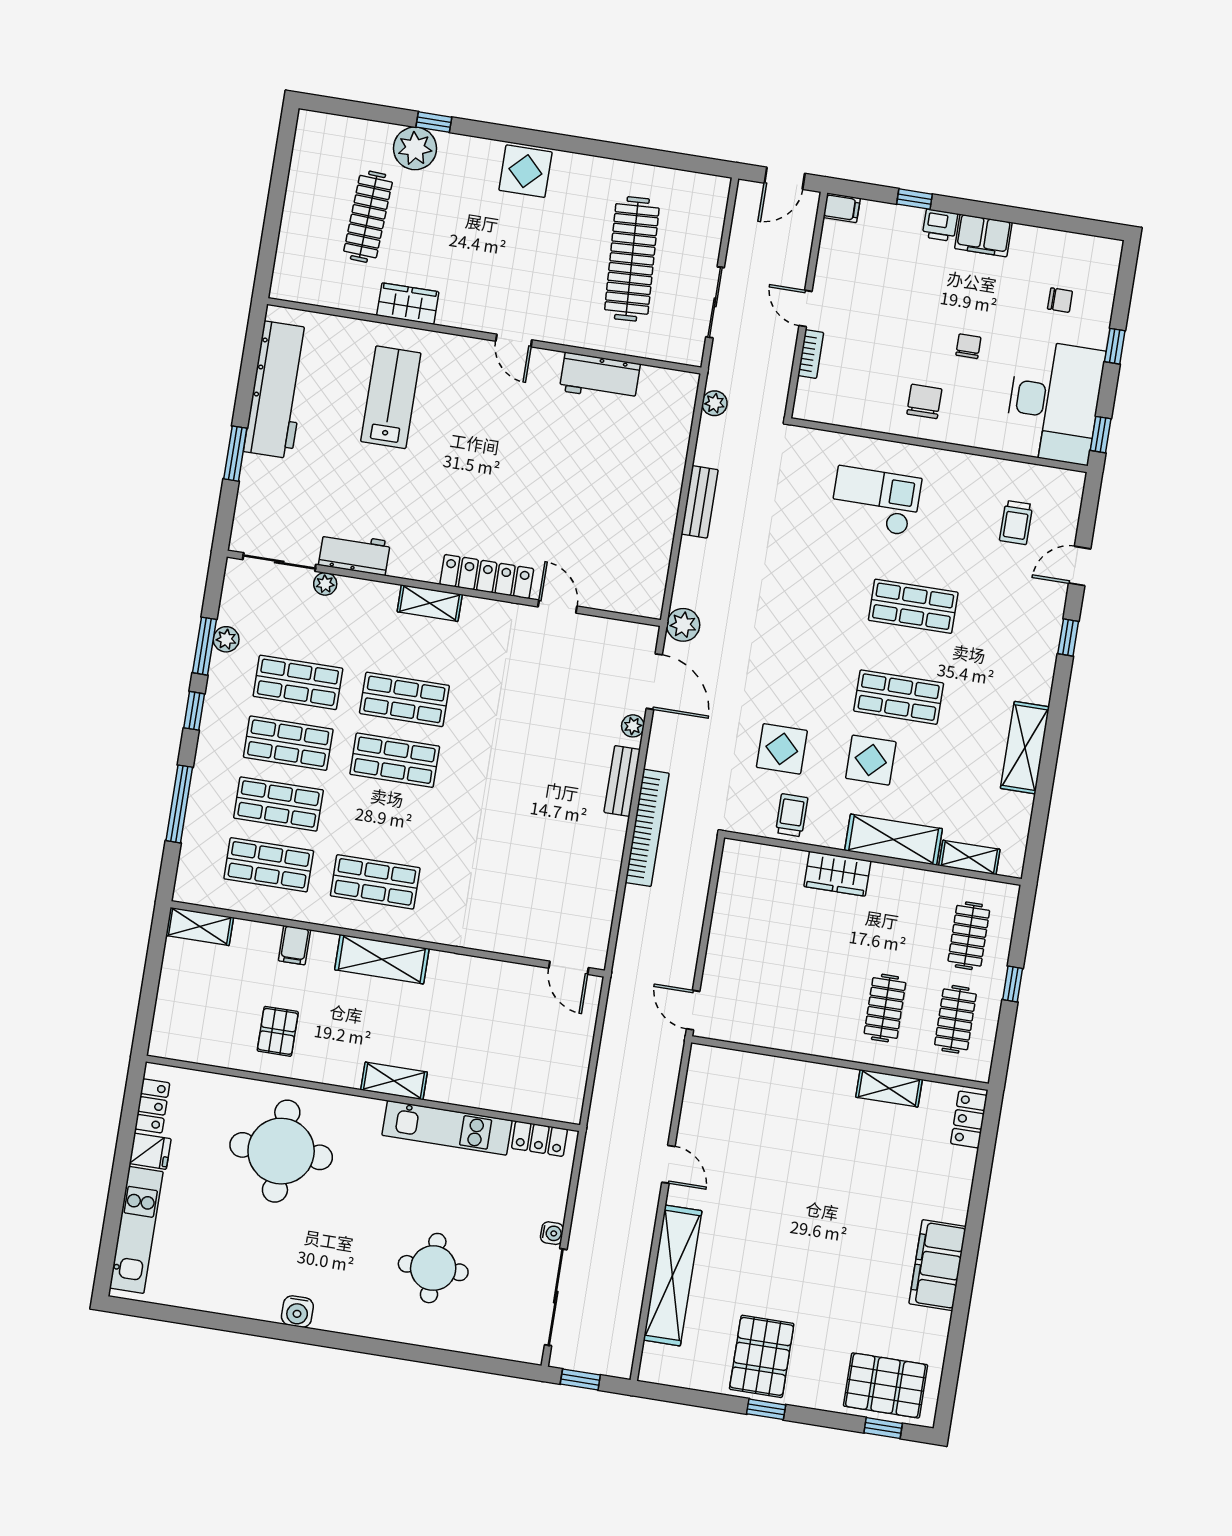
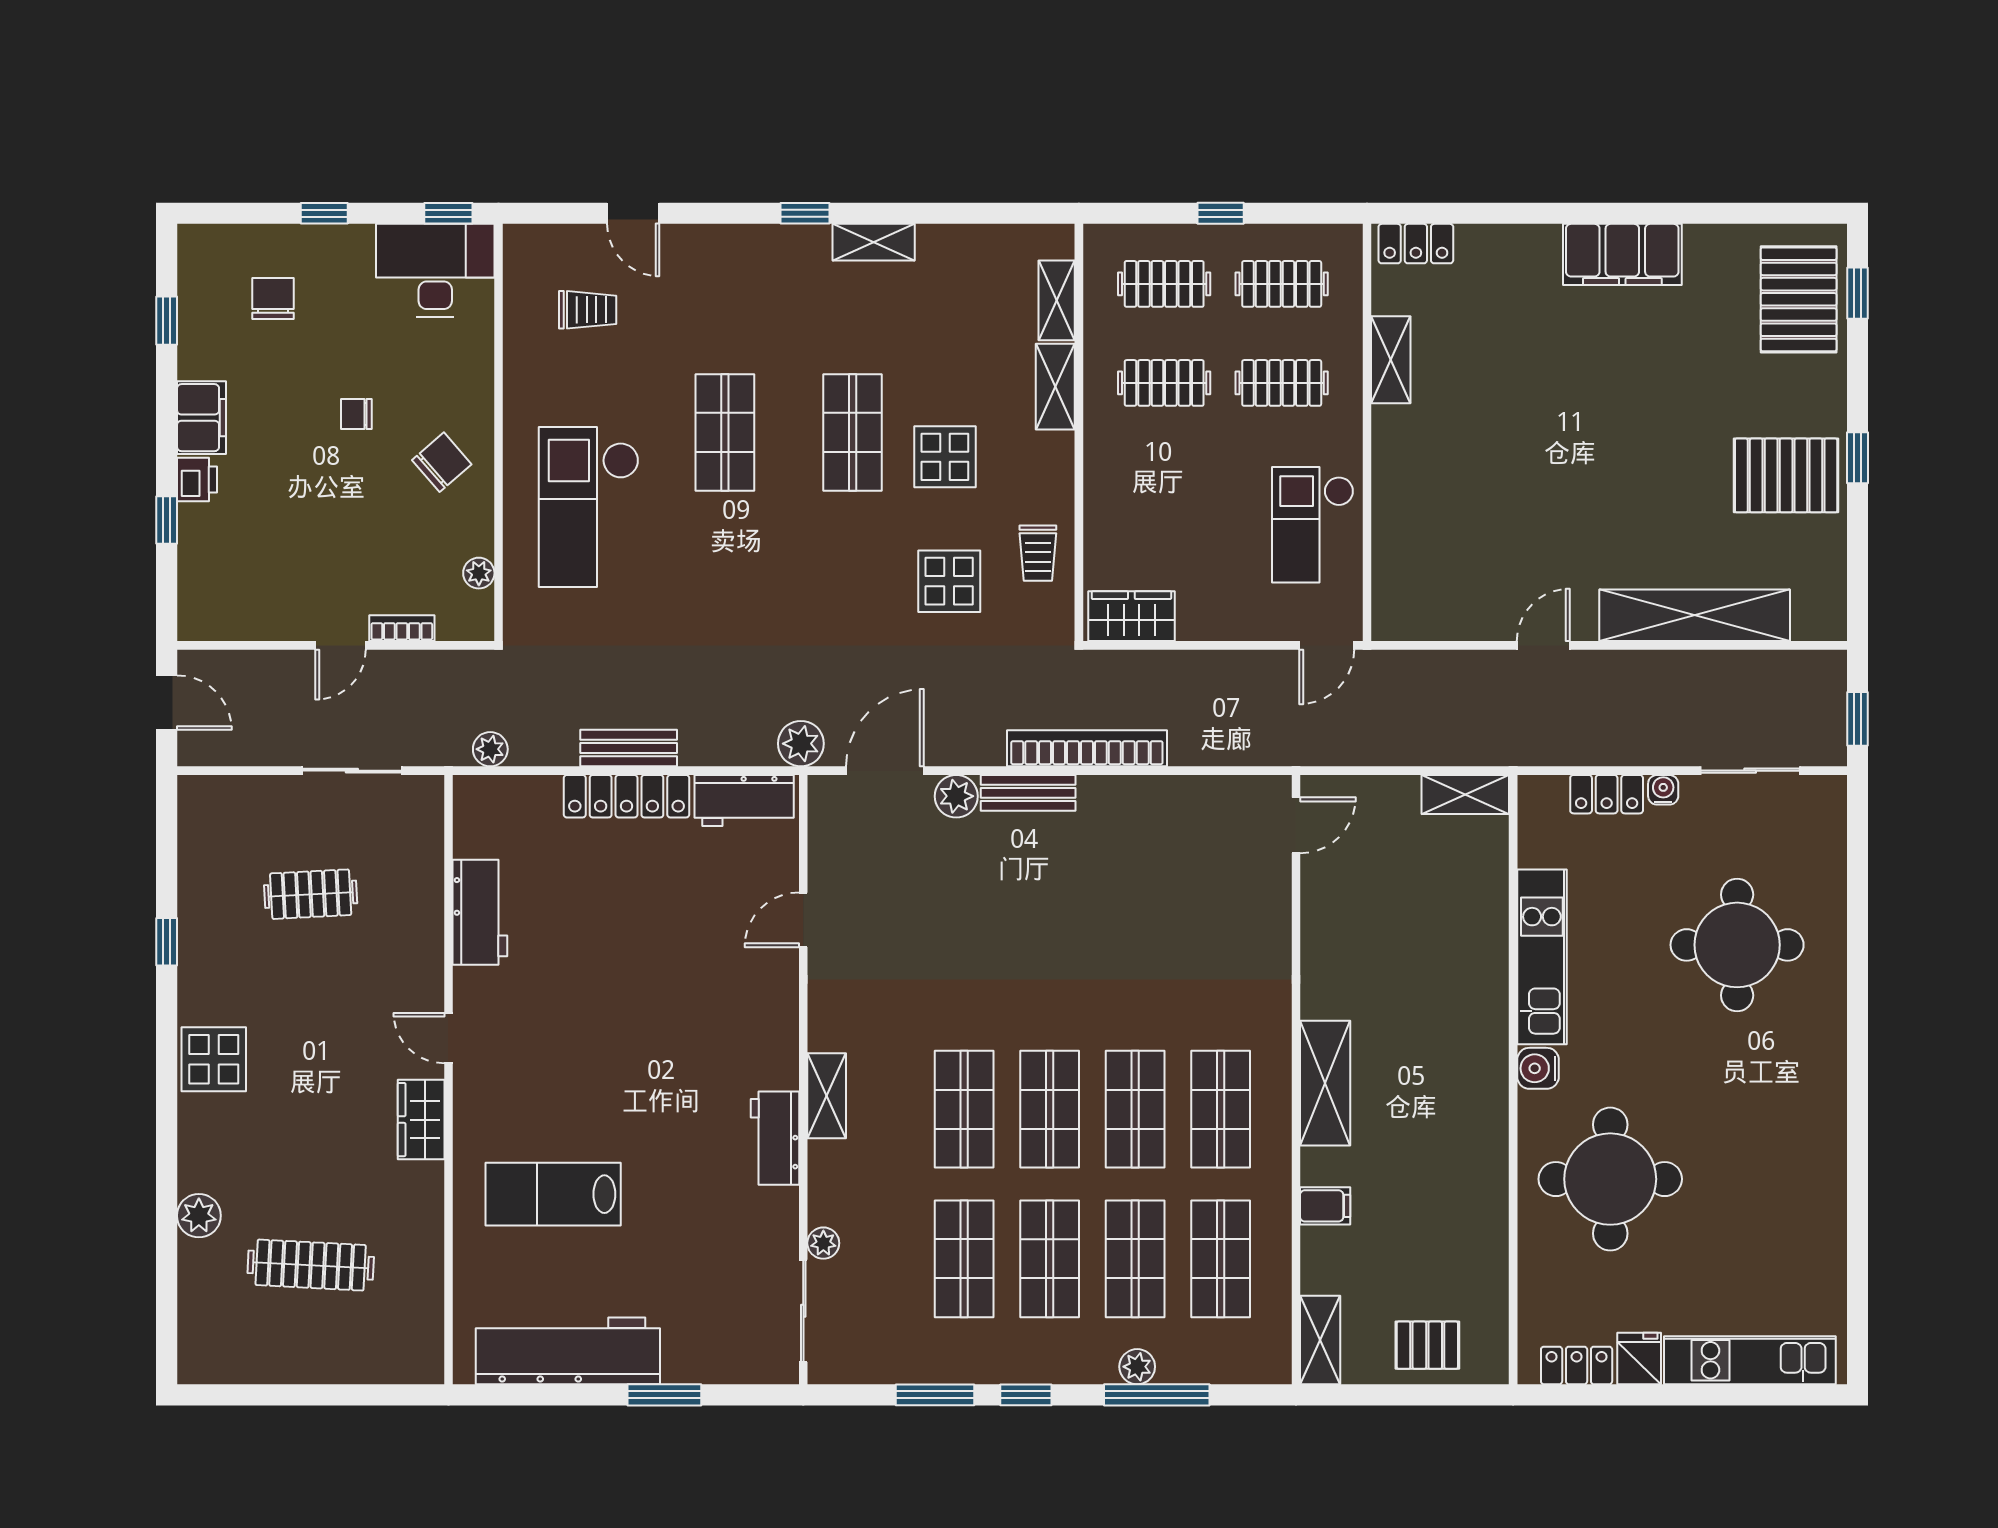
window: (434, 122) -> (167, 942), moved
plant: (415, 148) -> (199, 1216), width x0.73, depth x0.73
filing cabinet: (842, 208) -> (195, 618), removed
window: (1056, 222) -> (167, 321), added
clothes rail: (632, 259) -> (311, 894), width x0.54, depth x0.76
chair: (1060, 300) -> (273, 298), width x1.37, depth x1.37
wardrobe: (408, 304) -> (421, 1120), moved
door: (514, 341) -> (448, 1038), swing flipped
chair: (924, 401) -> (442, 462), turned 139
desk: (1054, 402) -> (435, 270), width x0.73, depth x0.77
plant: (841, 415) -> (479, 573), added
checkout: (876, 501) -> (589, 507), width x1.36, depth x1.21
workbench: (354, 553) -> (775, 1138), moved
locker: (487, 577) -> (627, 796), moved, turned -90
workbench: (649, 578) -> (744, 800), added
window: (1068, 637) -> (805, 213), moved
plant: (226, 639) -> (1137, 1367), moved
plant: (633, 726) -> (956, 796), width x1.38, depth x1.38
shelving: (1025, 748) -> (874, 242), width x0.67, depth x0.75
trolley: (792, 815) -> (1038, 553), turned -90
shop shelf: (385, 821) -> (1135, 1109), added
shelving: (894, 840) -> (1055, 387), width x0.67, depth x0.75
wardrobe: (837, 874) -> (1131, 616), moved, turned -90
clothes rail: (898, 924) -> (1164, 383), added
checkout: (781, 1014) -> (1313, 525), added
pallet: (278, 1031) -> (1427, 1345), moved
shelving: (394, 1081) -> (1465, 794), moved, turned 90
locker: (539, 1139) -> (1607, 794), moved, turned 90
round table: (433, 1268) -> (1737, 945), width x1.36, depth x1.36
sliding door: (556, 1297) -> (1750, 771), width x0.73
water cooler: (297, 1311) -> (1538, 1068), moved, turned 180

